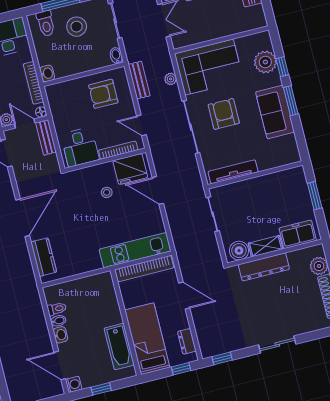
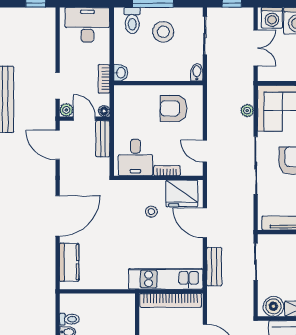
bench: (139, 80) -> (214, 267), moved
bookcase: (33, 83) -> (104, 79), width x0.64
bookcase: (118, 150) -> (167, 171), width x0.64

